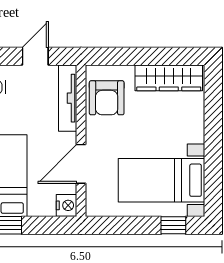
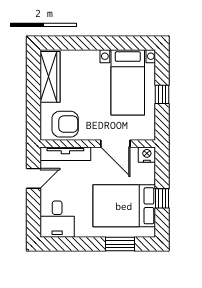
door: (35, 56) -> (34, 178), swing flipped
window: (173, 225) -> (162, 94), moved

